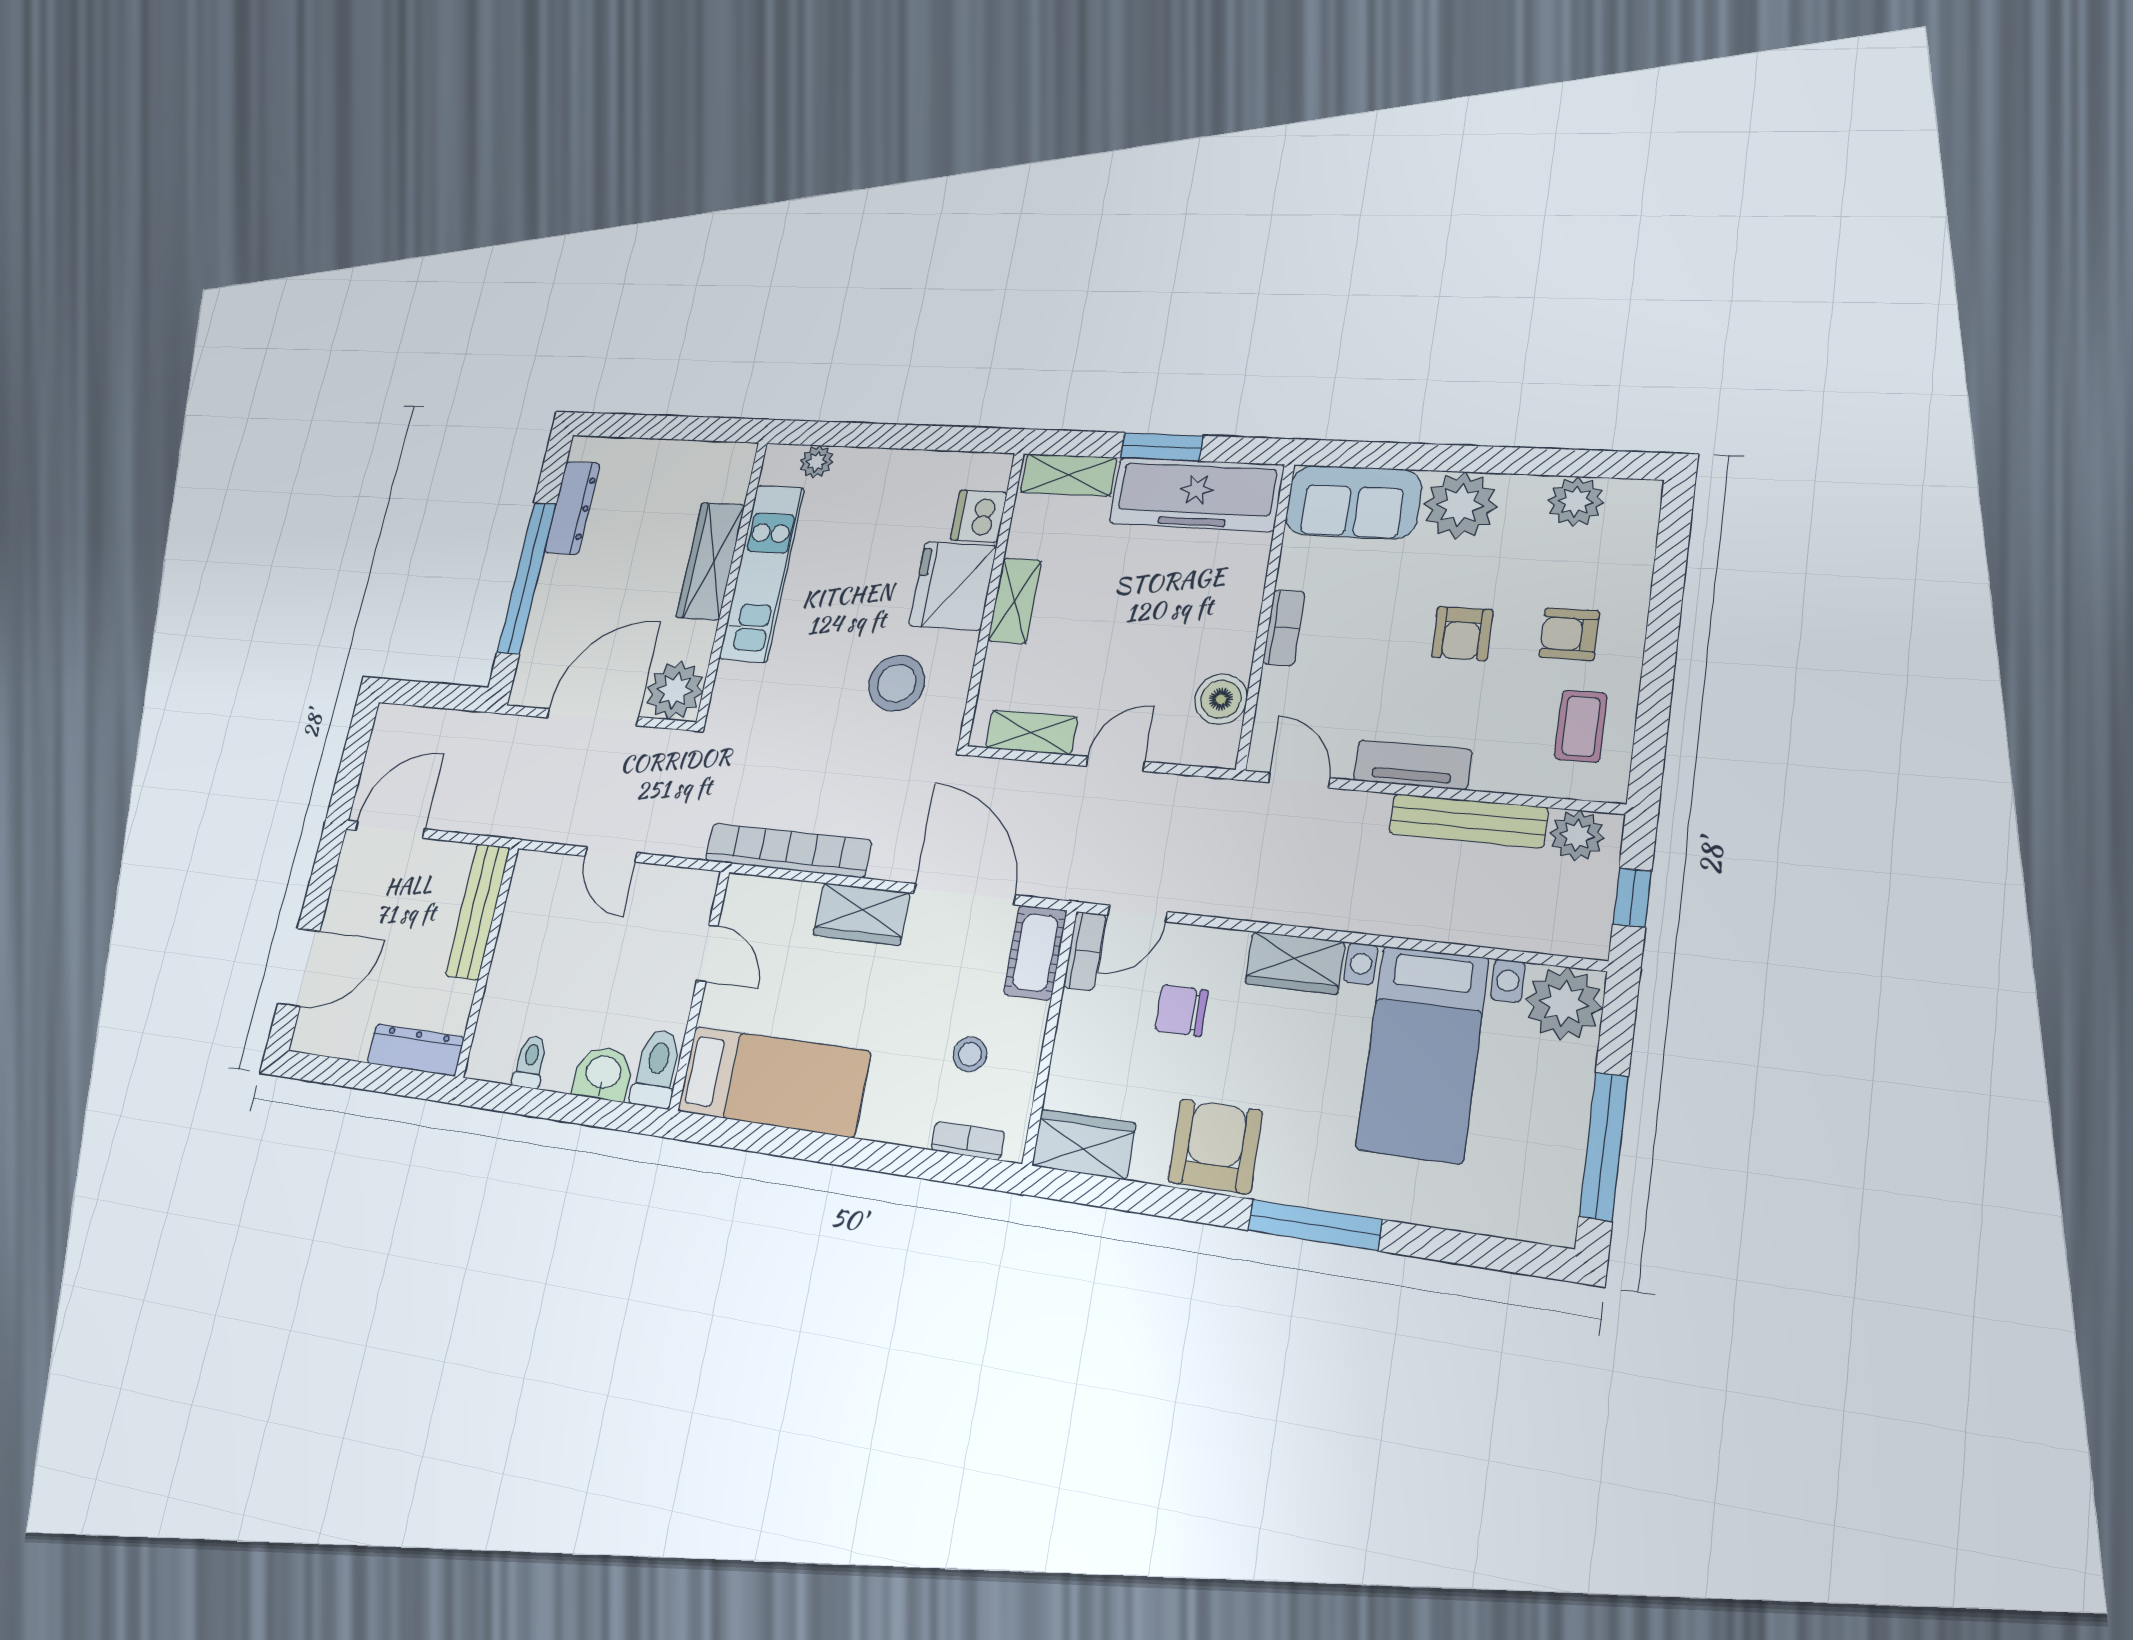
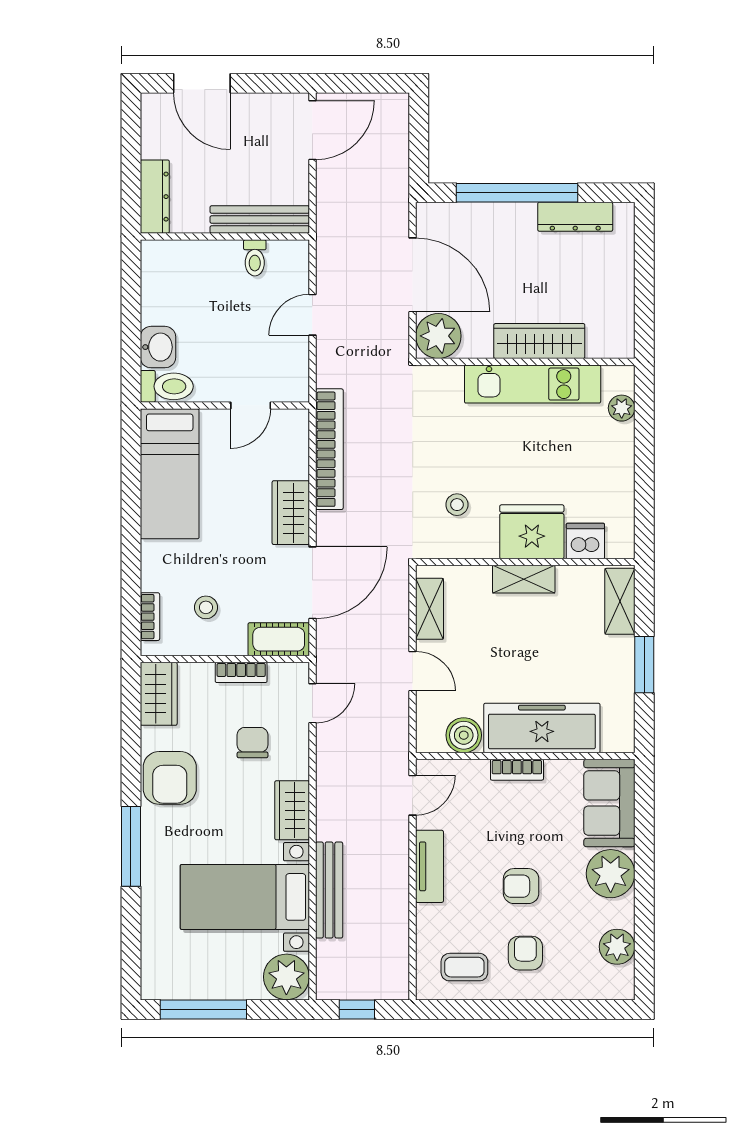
freezer: (1196, 494) -> (542, 728), moved, turned 90
stool: (897, 683) -> (457, 505), width x0.53, depth x0.53
bench: (1468, 821) -> (329, 890), moved
door: (390, 830) -> (312, 130), hinge flipped
plant: (1577, 835) -> (393, 973), removed
door: (1137, 914) -> (312, 703), swing flipped
bookcase: (1085, 951) -> (241, 672), moved
toilet: (530, 1062) -> (255, 258), moved, turned 90
armchair: (1215, 1146) -> (170, 778), turned 90

